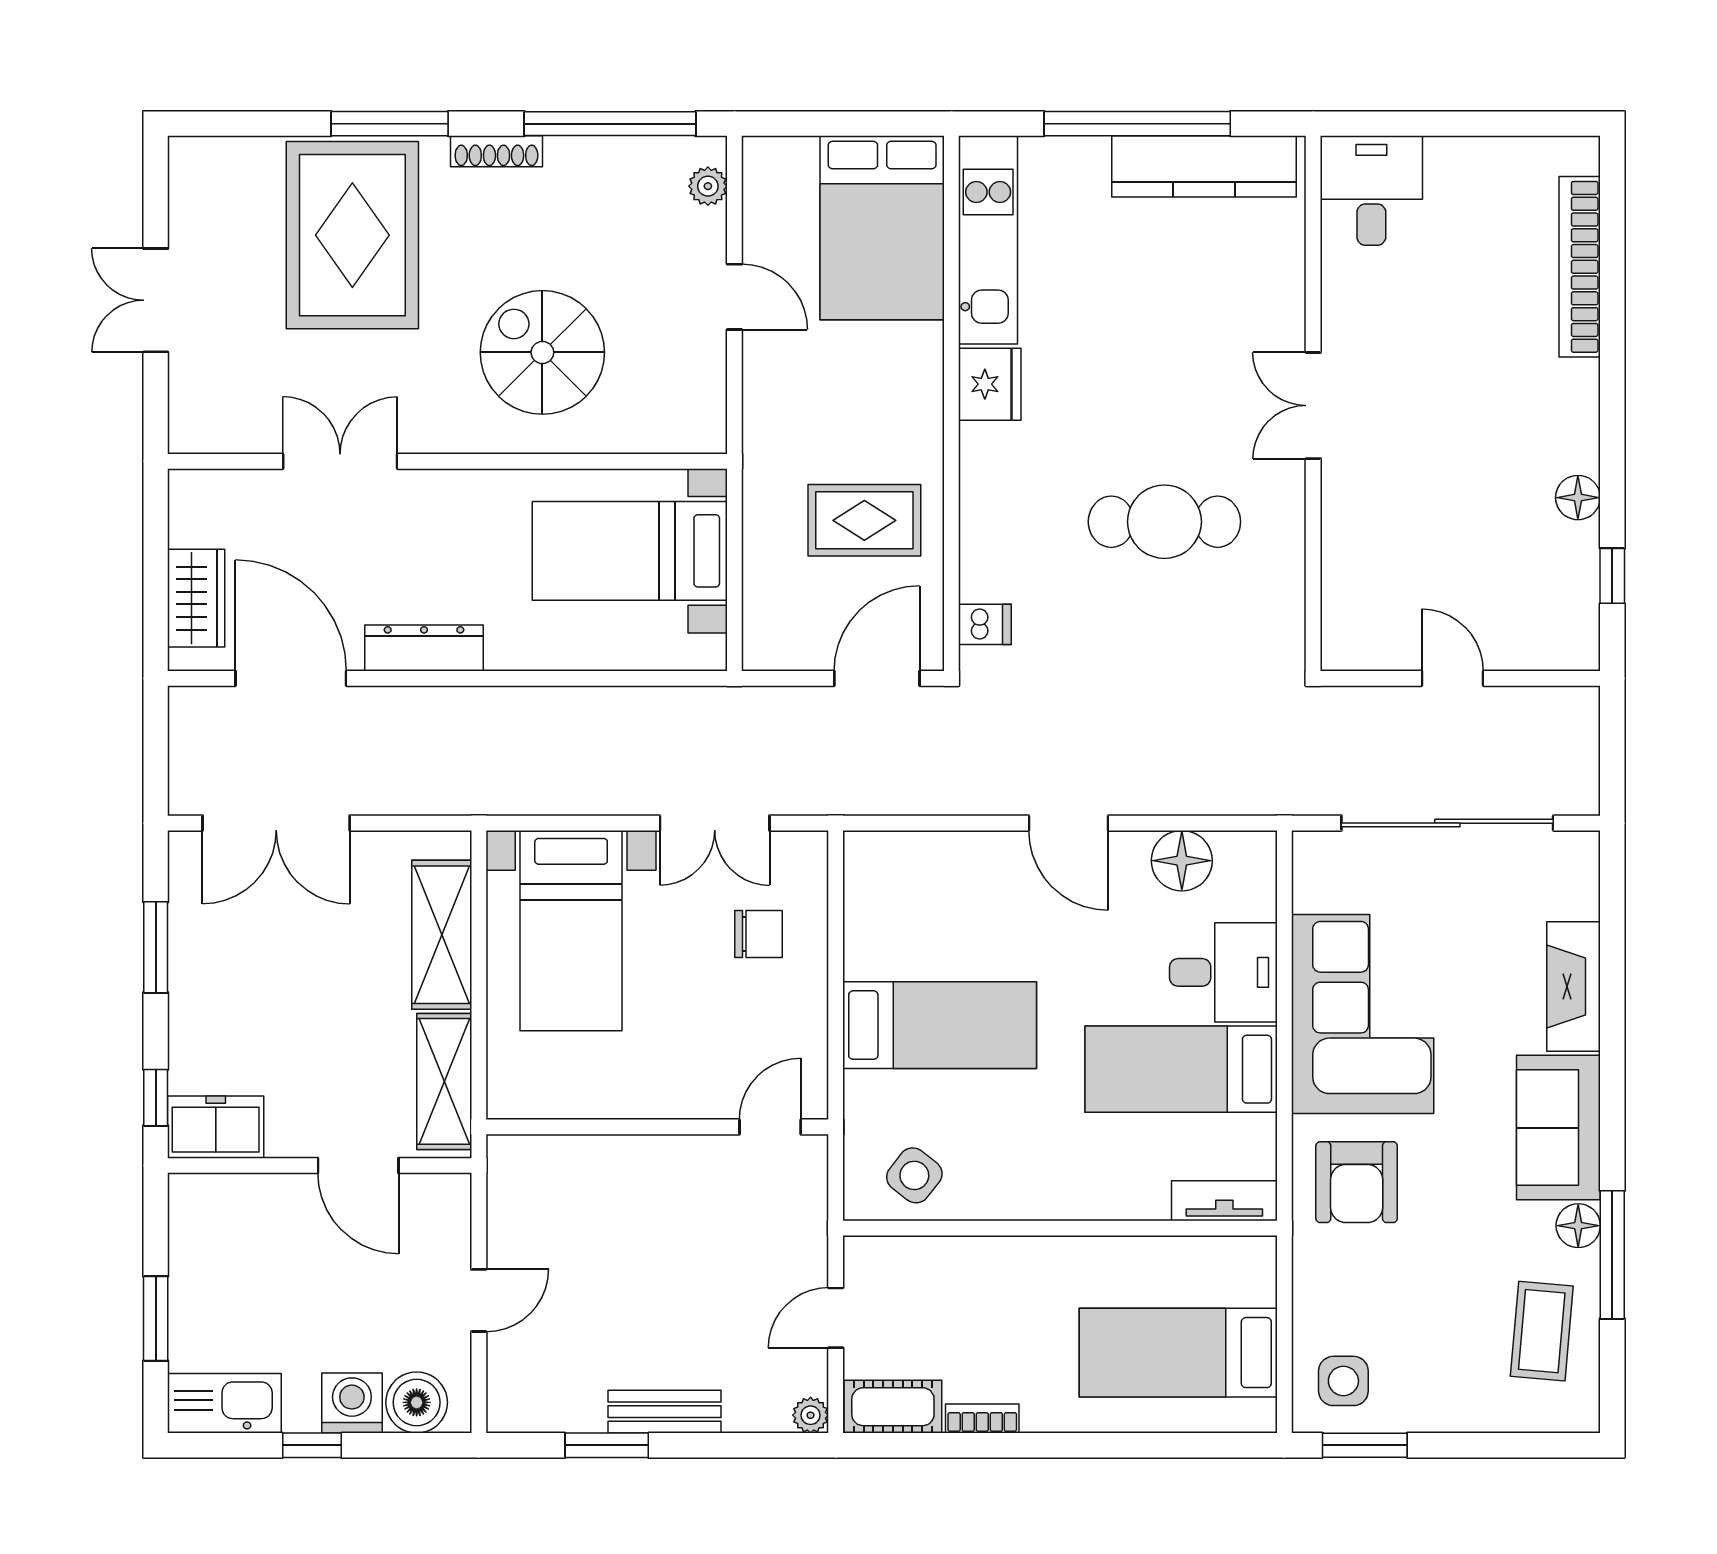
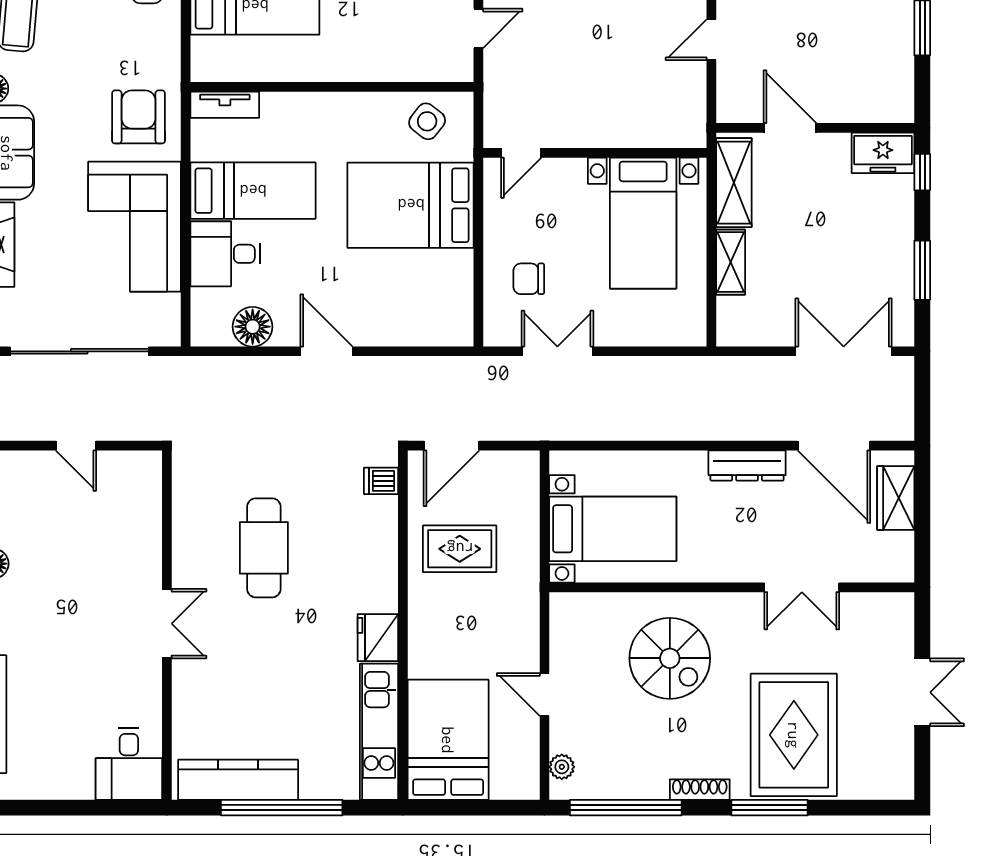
cafe table: (1164, 522) -> (264, 548), turned 90
bed with nightstands: (571, 931) -> (643, 223), moved, turned 180
shelving: (442, 935) -> (731, 262), width x0.67, depth x0.75
bed: (940, 1025) -> (411, 205), width x1.50

